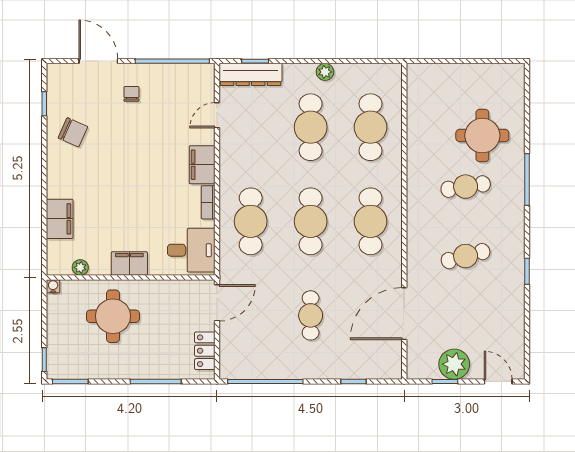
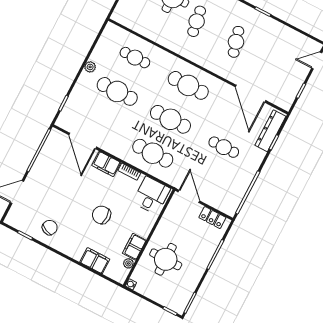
dresser: (250, 74) -> (270, 131), moved, turned 180
chair: (131, 94) -> (101, 215), moved, width x1.87, depth x1.87
door: (217, 115) -> (83, 141), width x1.87
cafe table: (370, 127) -> (135, 58), width x0.73, depth x0.74
filing cabinet: (129, 263) -> (134, 247), moved
plant: (454, 364) -> (294, 80), removed

